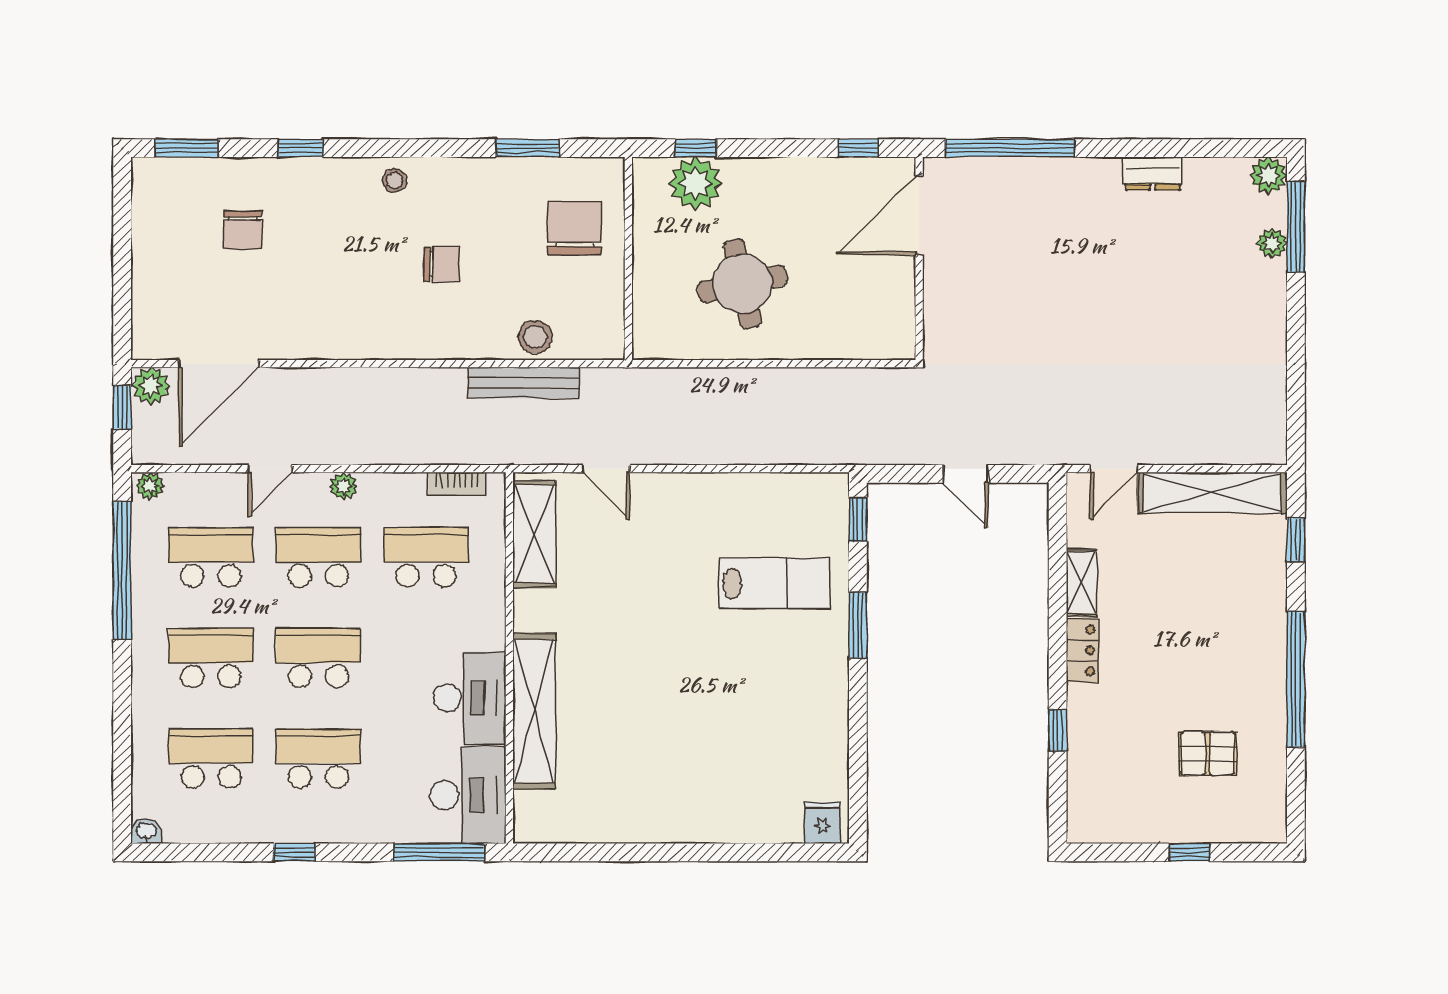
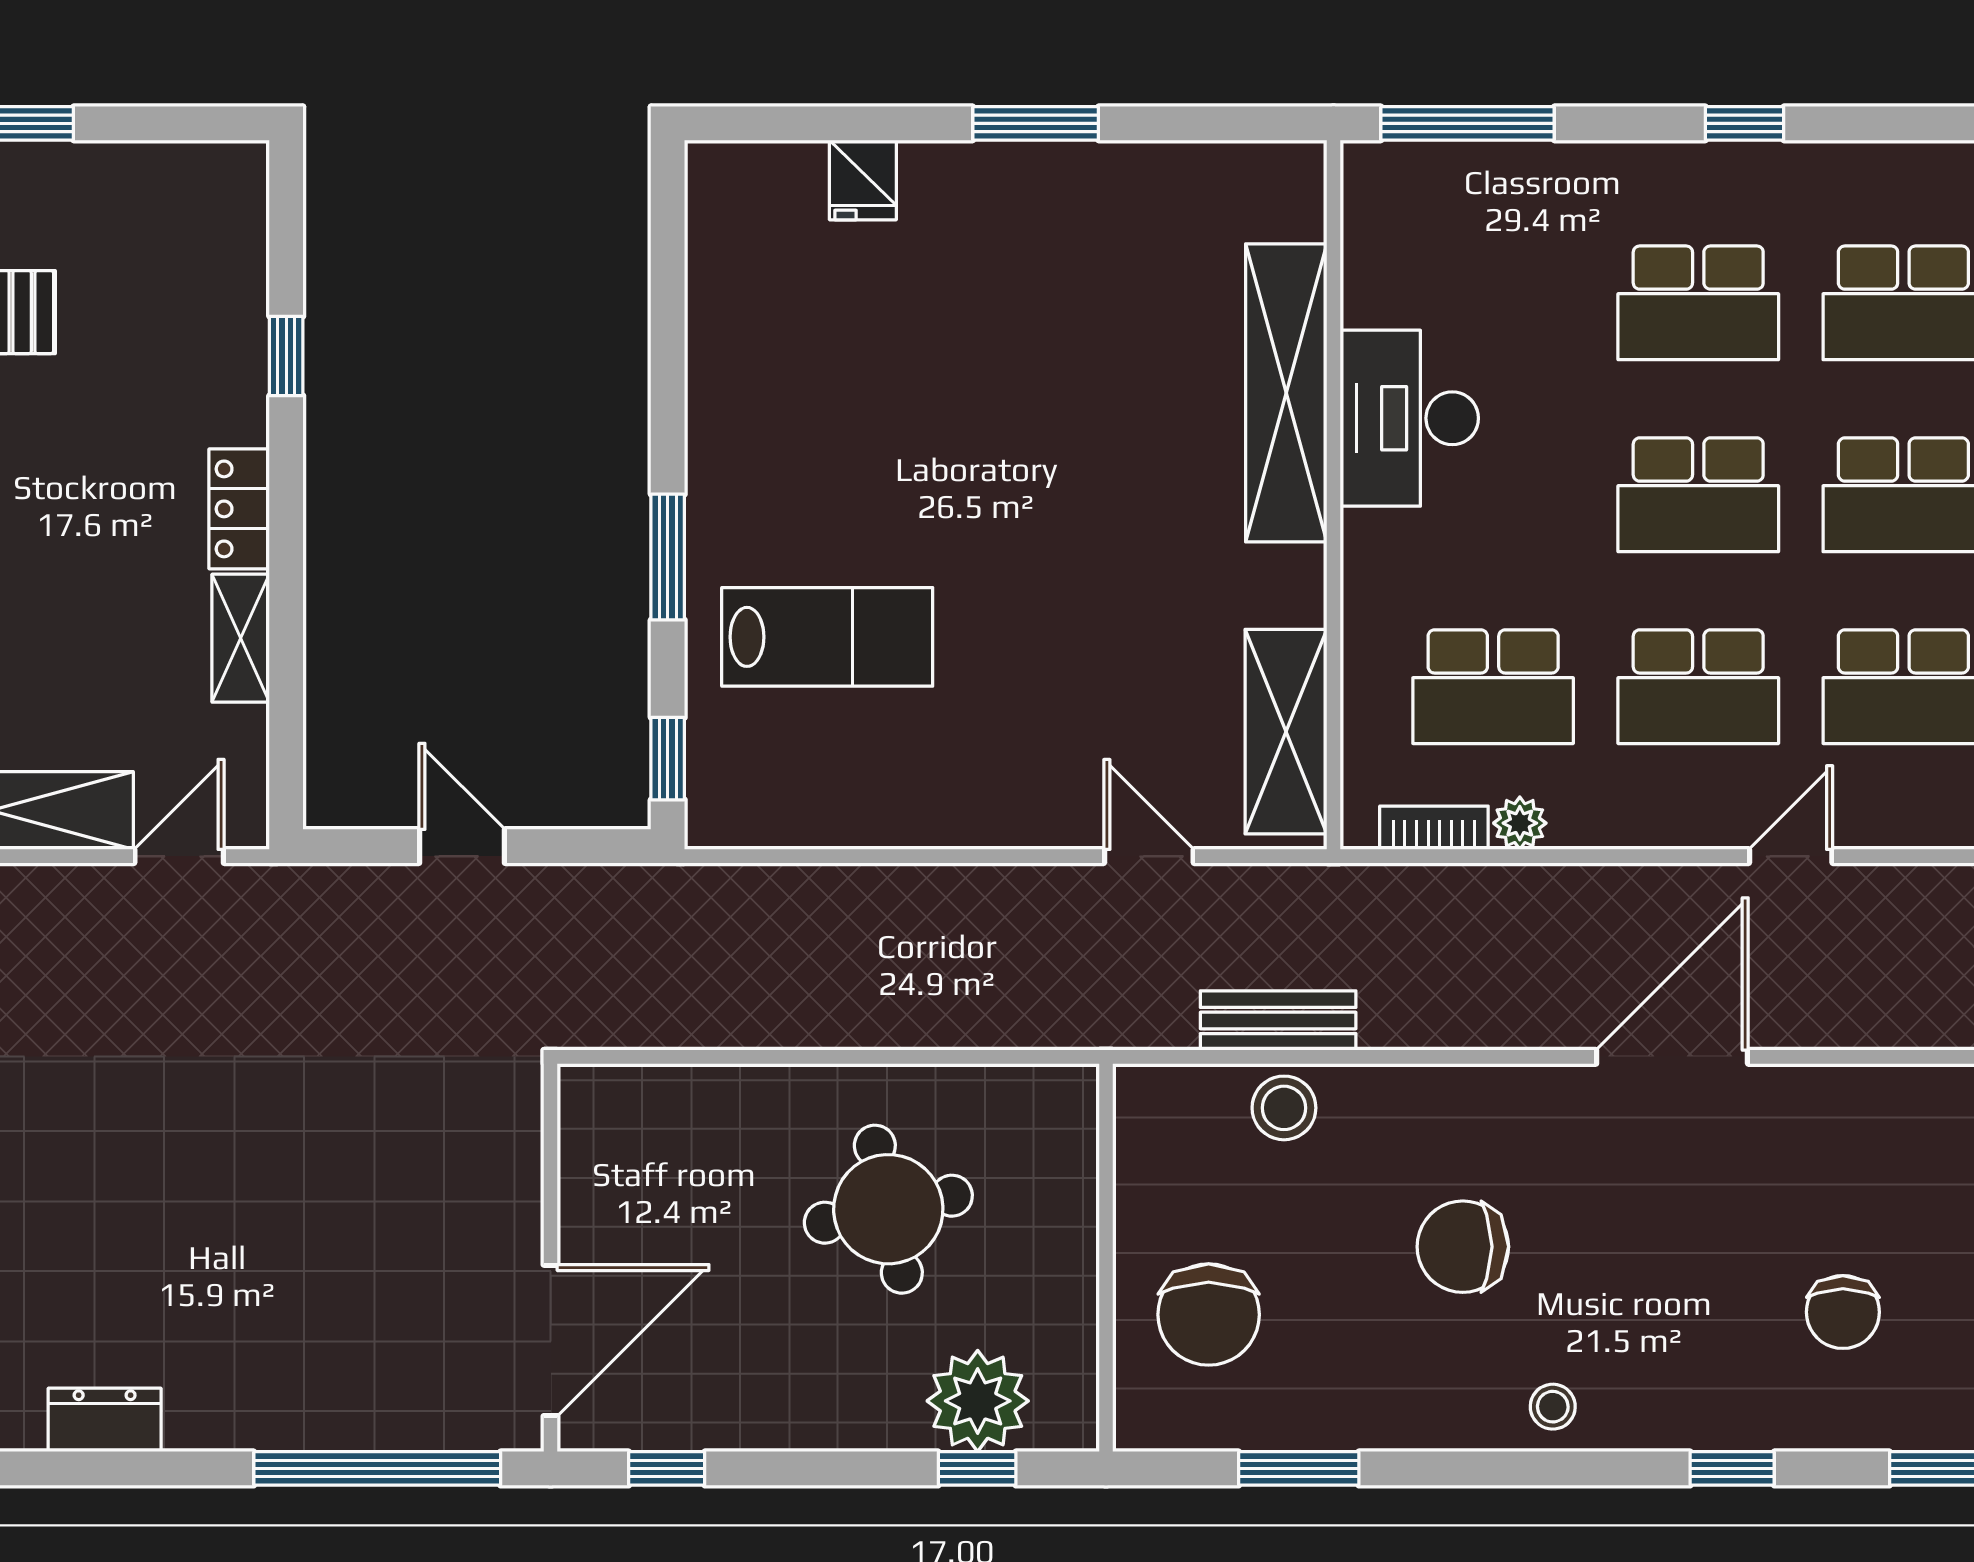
chair: (243, 230) -> (1843, 1312), turned 180
chair: (442, 264) -> (1463, 1247), width x1.37, depth x1.37
door: (219, 364) -> (1672, 1057), moved
bench: (523, 383) -> (1278, 1021), width x0.73
plant: (343, 486) -> (1520, 823), moved
lab bench: (774, 583) -> (827, 637), turned 180
desk: (468, 795) -> (1413, 232), removed
fridge: (823, 823) -> (863, 180), moved
window: (665, 852) -> (1036, 123), added

